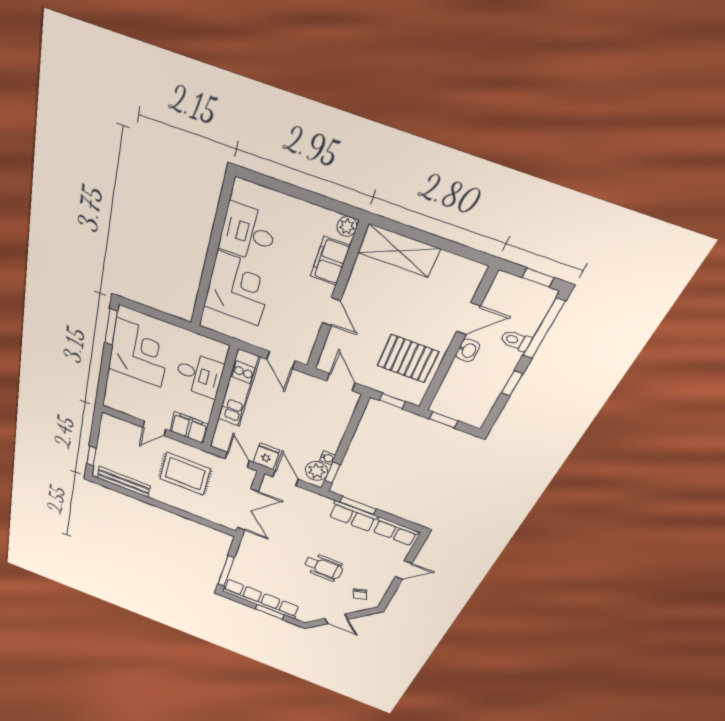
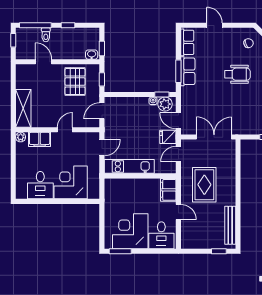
washbasin: (468, 350) -> (92, 55), moved
desk: (199, 375) -> (161, 235), moved, turned 180
door: (286, 478) -> (178, 121), hinge flipped
wheelchair: (323, 567) -> (237, 74), turned 90

